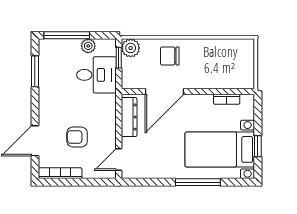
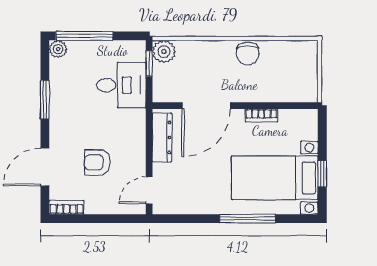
plant: (88, 46) -> (58, 49), moved
chair: (170, 56) -> (248, 53), moved, turned -90
window: (35, 71) -> (45, 100), moved
bookcase: (227, 99) -> (261, 115), moved
bookcase: (60, 173) -> (66, 207), width x0.64

